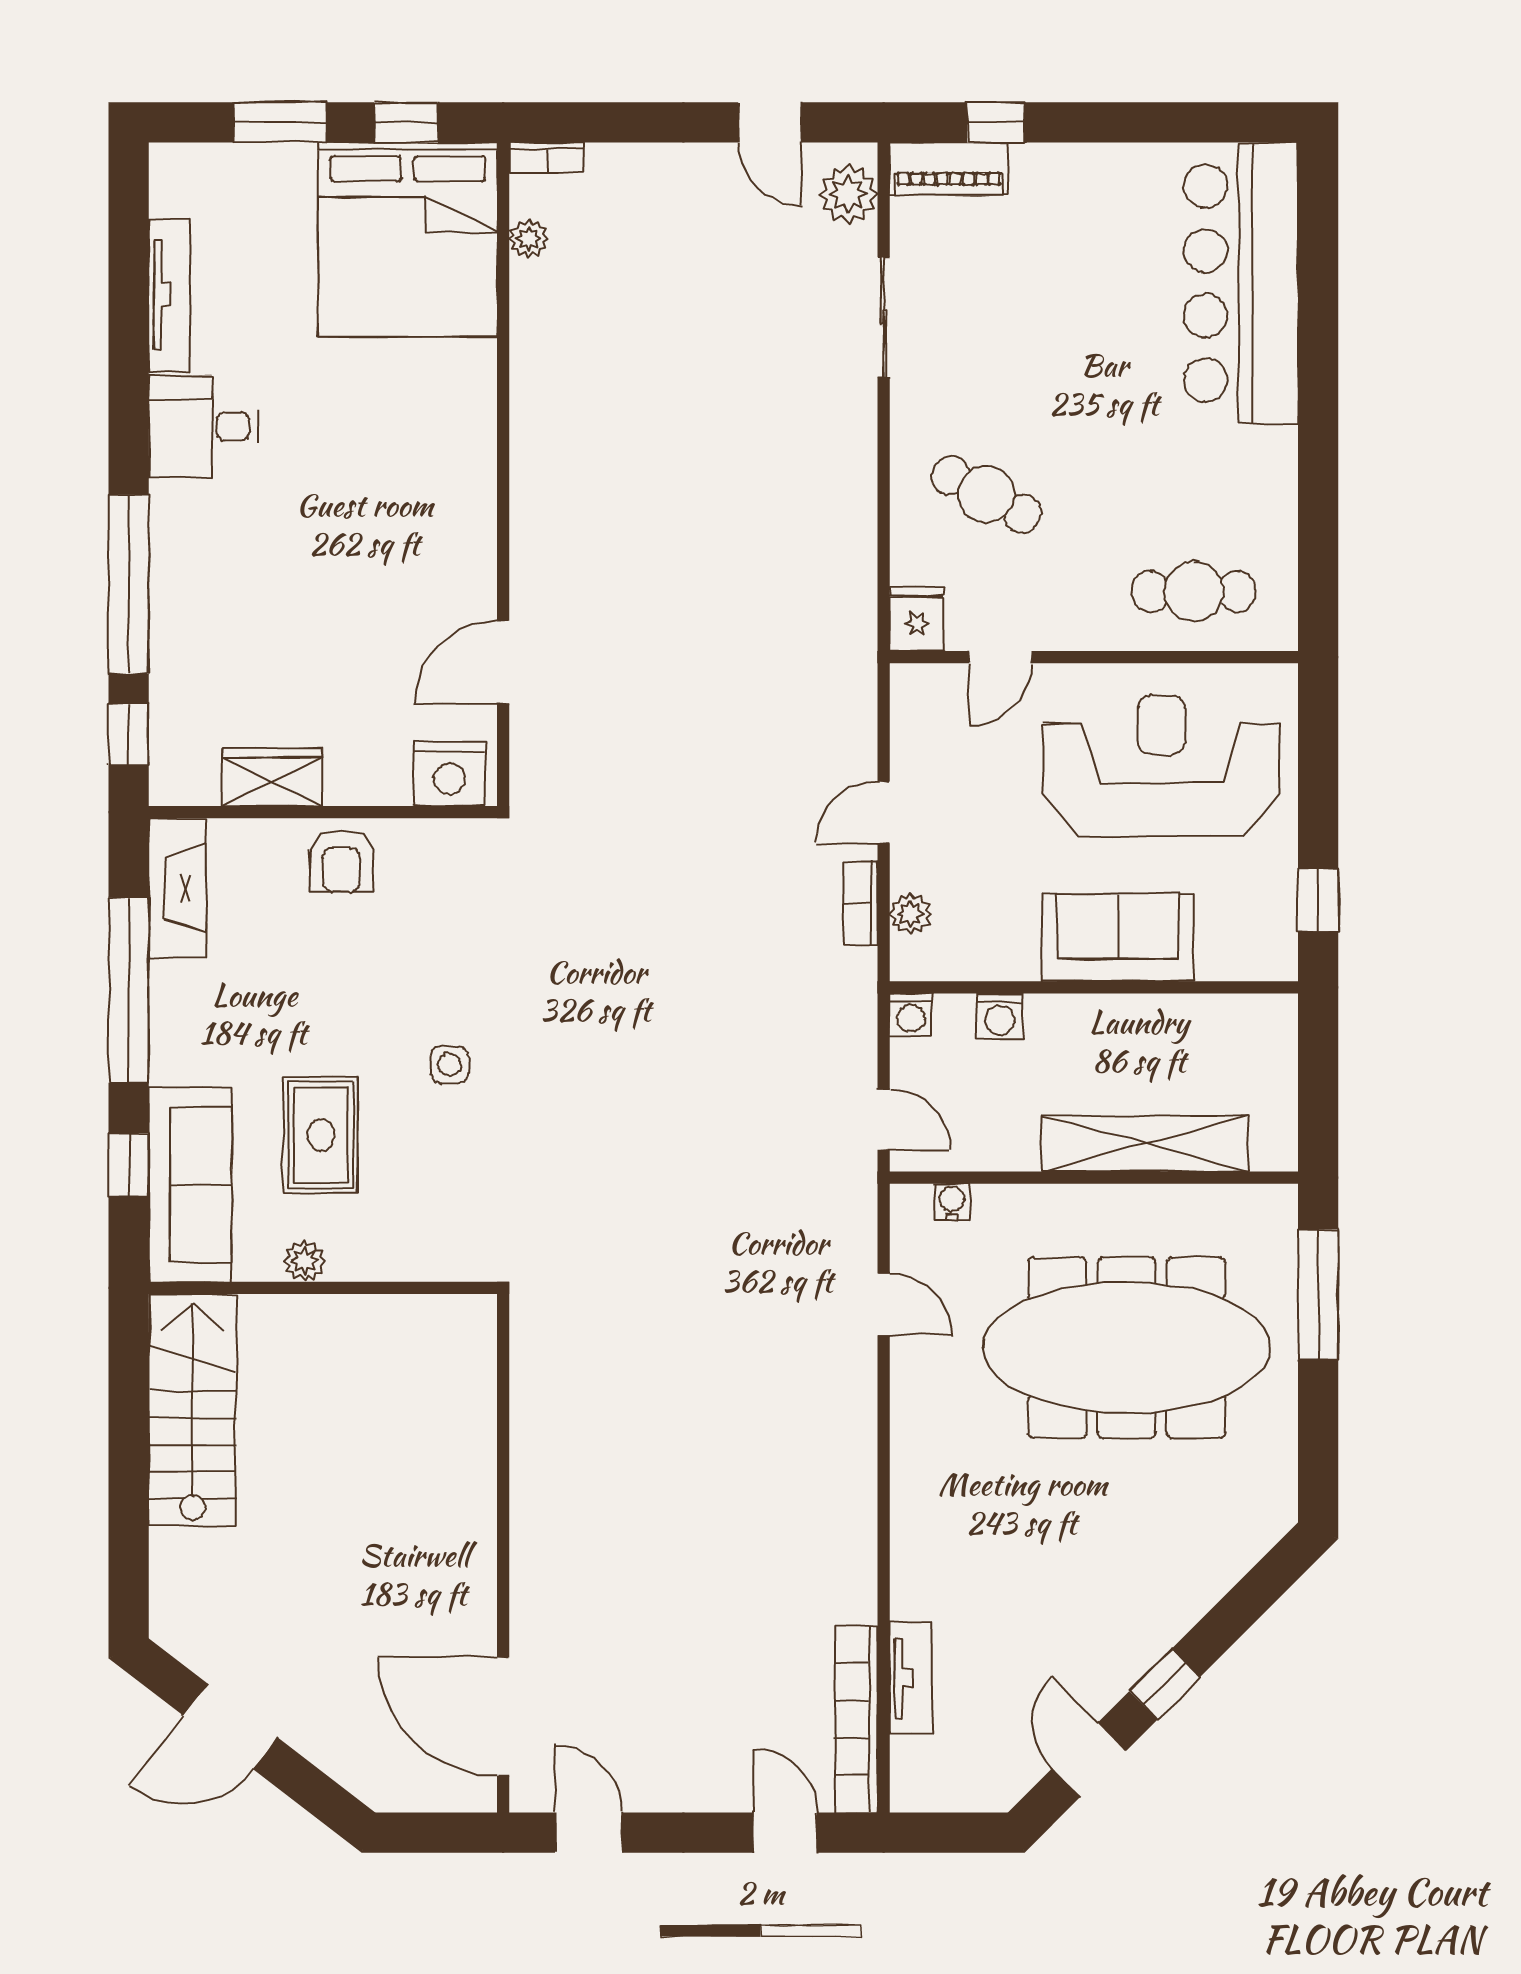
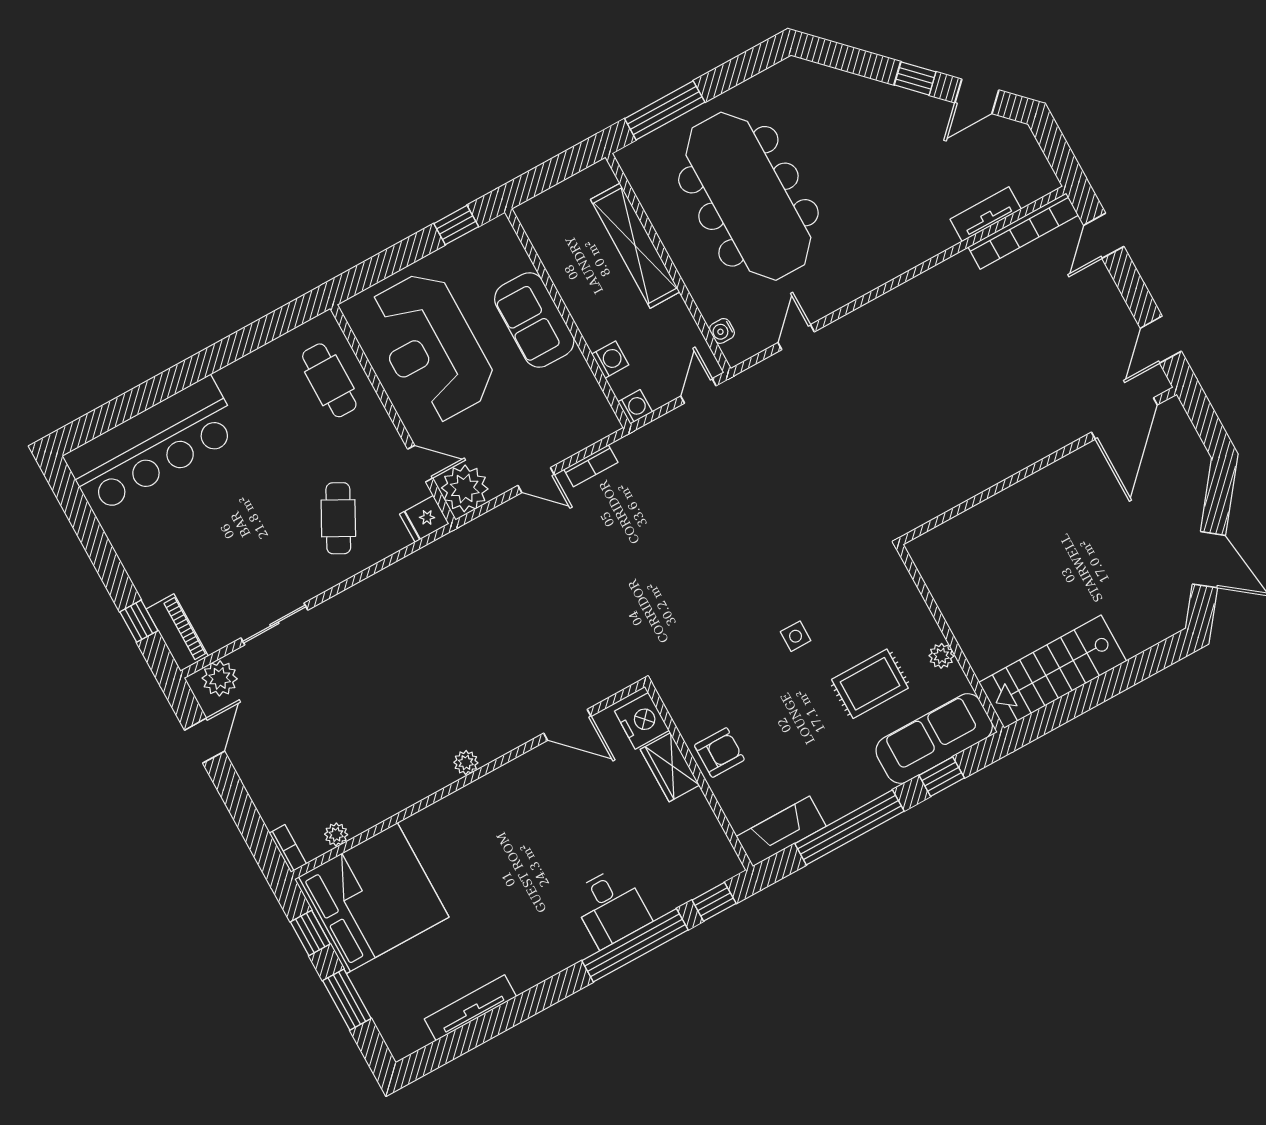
desk: (203, 426) -> (611, 907), moved
plant: (529, 485) -> (466, 763), added
wardrobe: (273, 777) -> (670, 767), moved
plant: (910, 914) -> (465, 488), moved, width x1.88, depth x1.88

